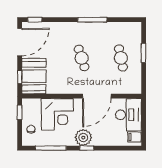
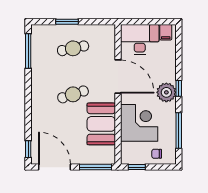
window: (92, 20) -> (28, 51), moved
booth: (34, 76) -> (101, 124), moved, turned 90
window: (20, 77) -> (95, 167), width x2.17

